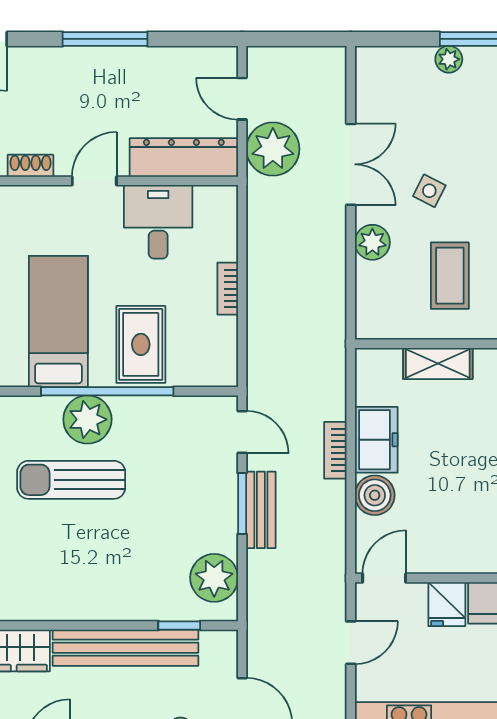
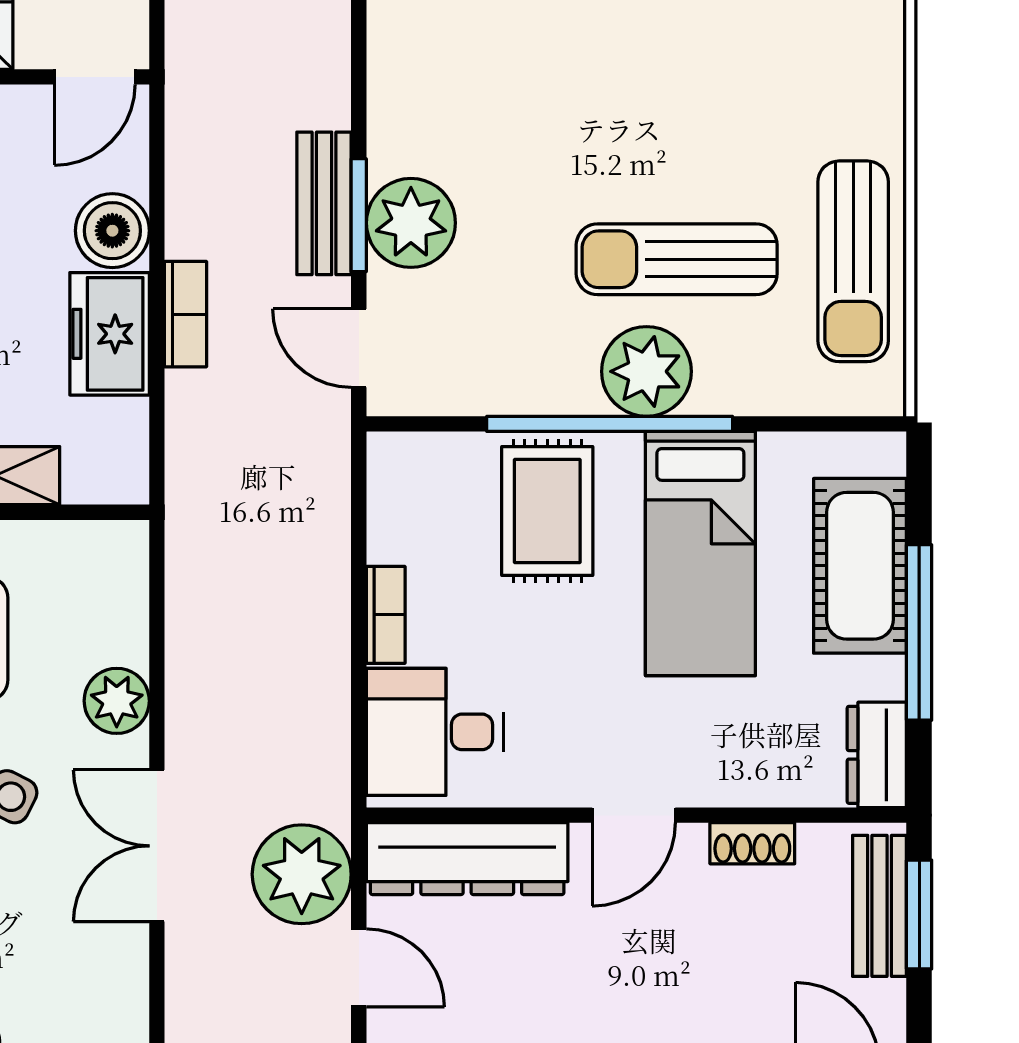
desk: (158, 222) -> (435, 732), moved, turned 90
sun lounger: (71, 480) -> (677, 259), turned 180
plant: (214, 578) -> (411, 223), moved

